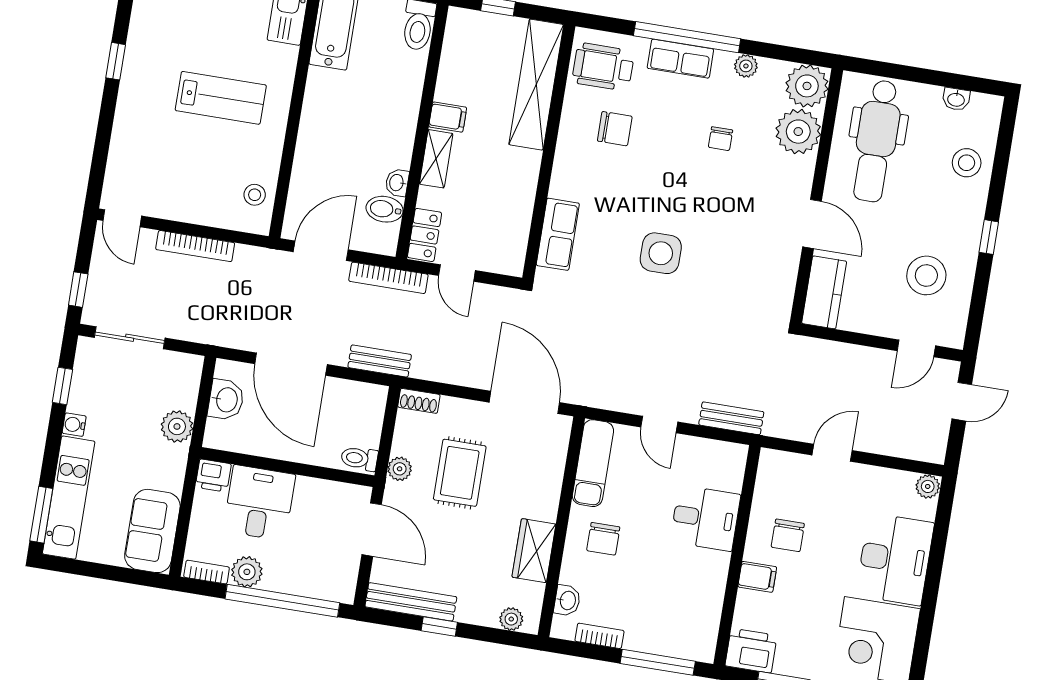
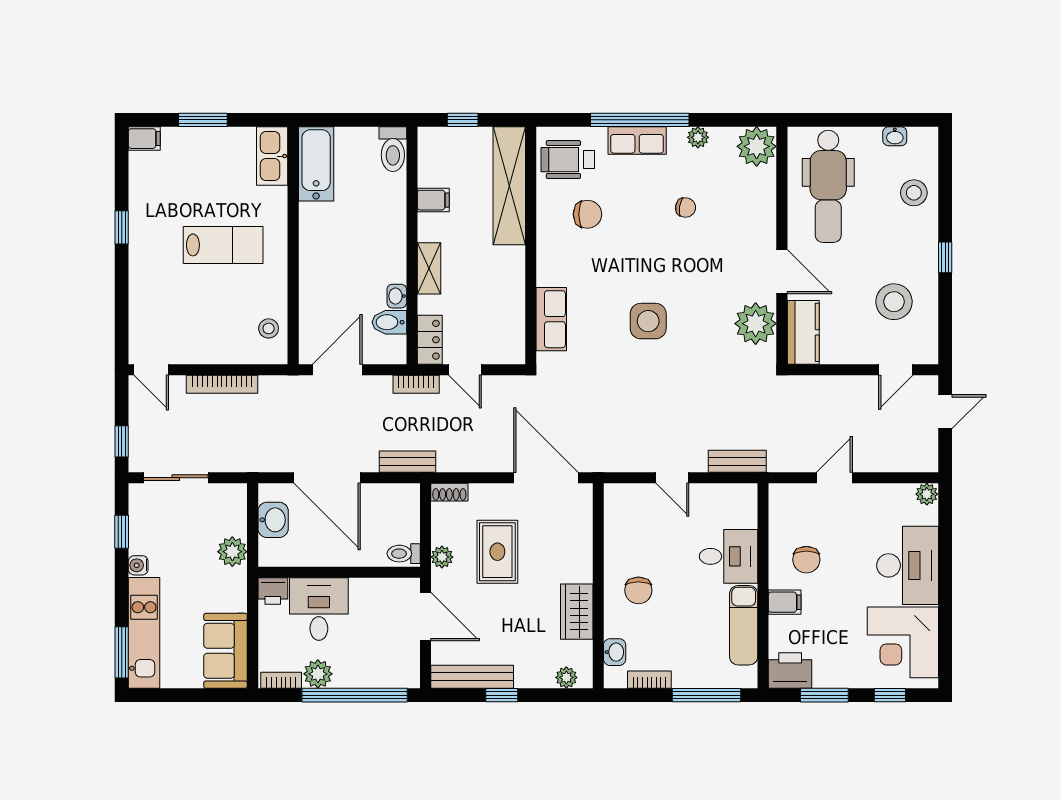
filing cabinet: (448, 117) -> (433, 200), moved
plant: (798, 132) -> (756, 324), moved
chair: (720, 139) -> (686, 208), turned -81
bookcase: (388, 278) -> (416, 384), width x0.64
exam couch: (593, 463) -> (744, 625), moved, turned 180

